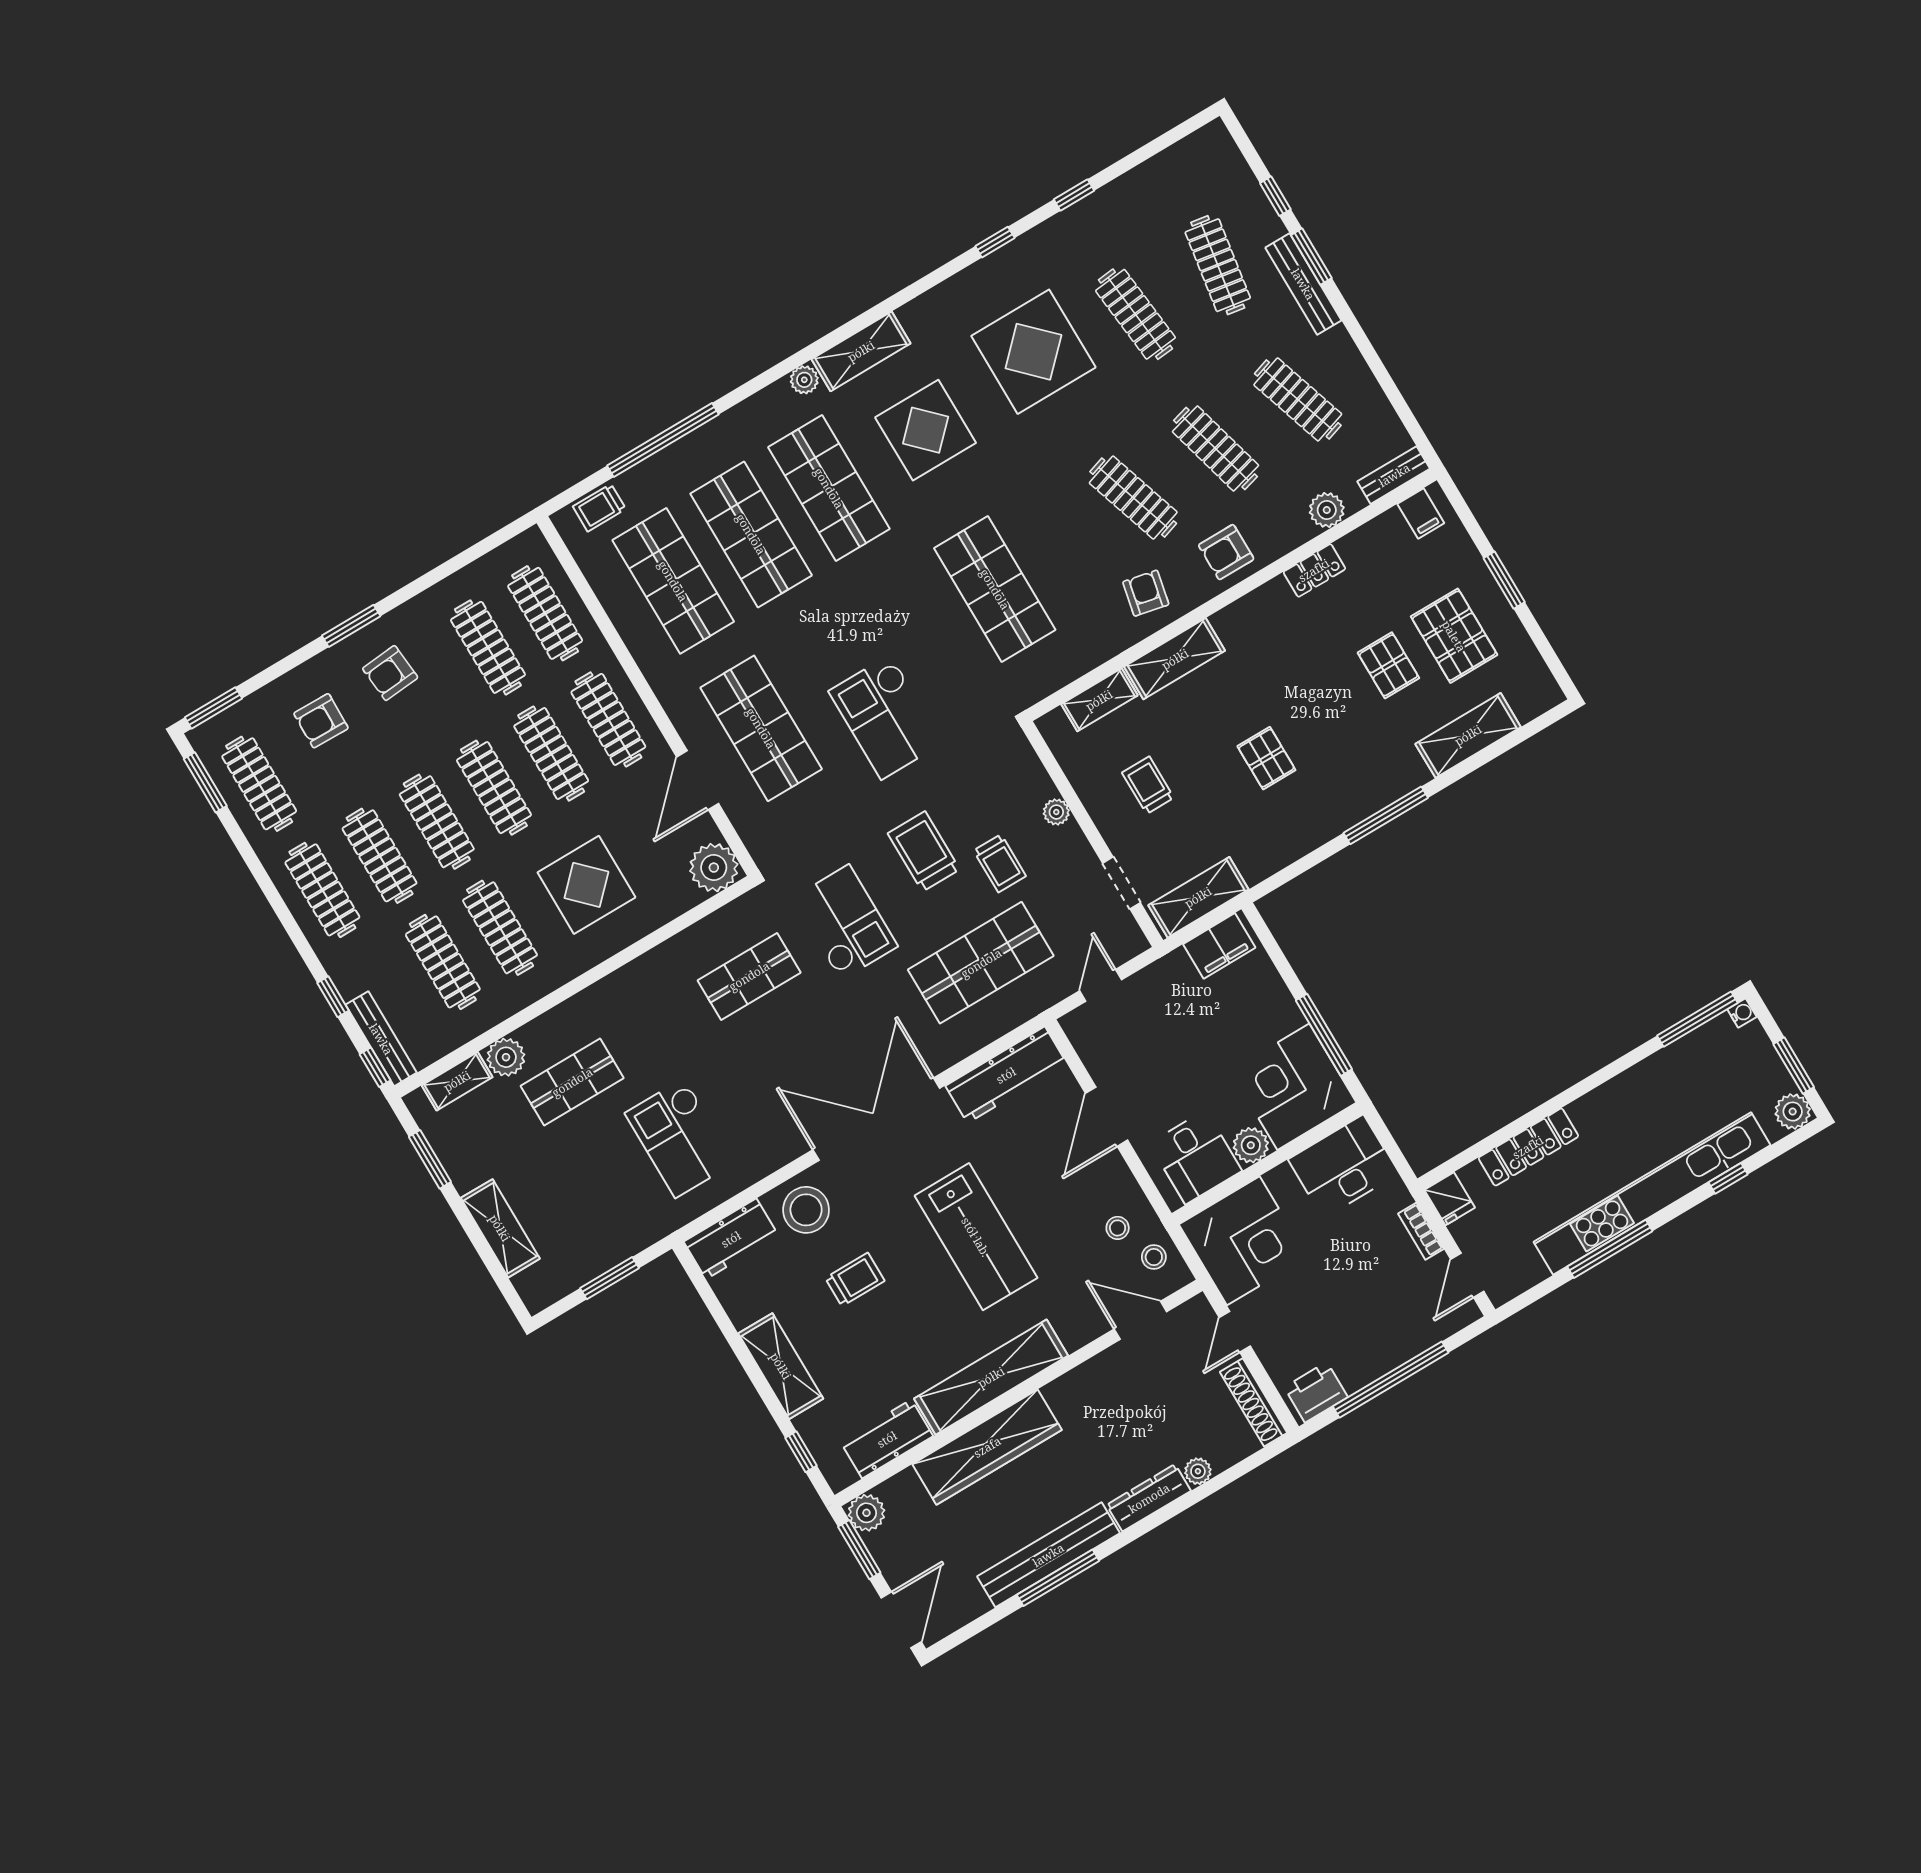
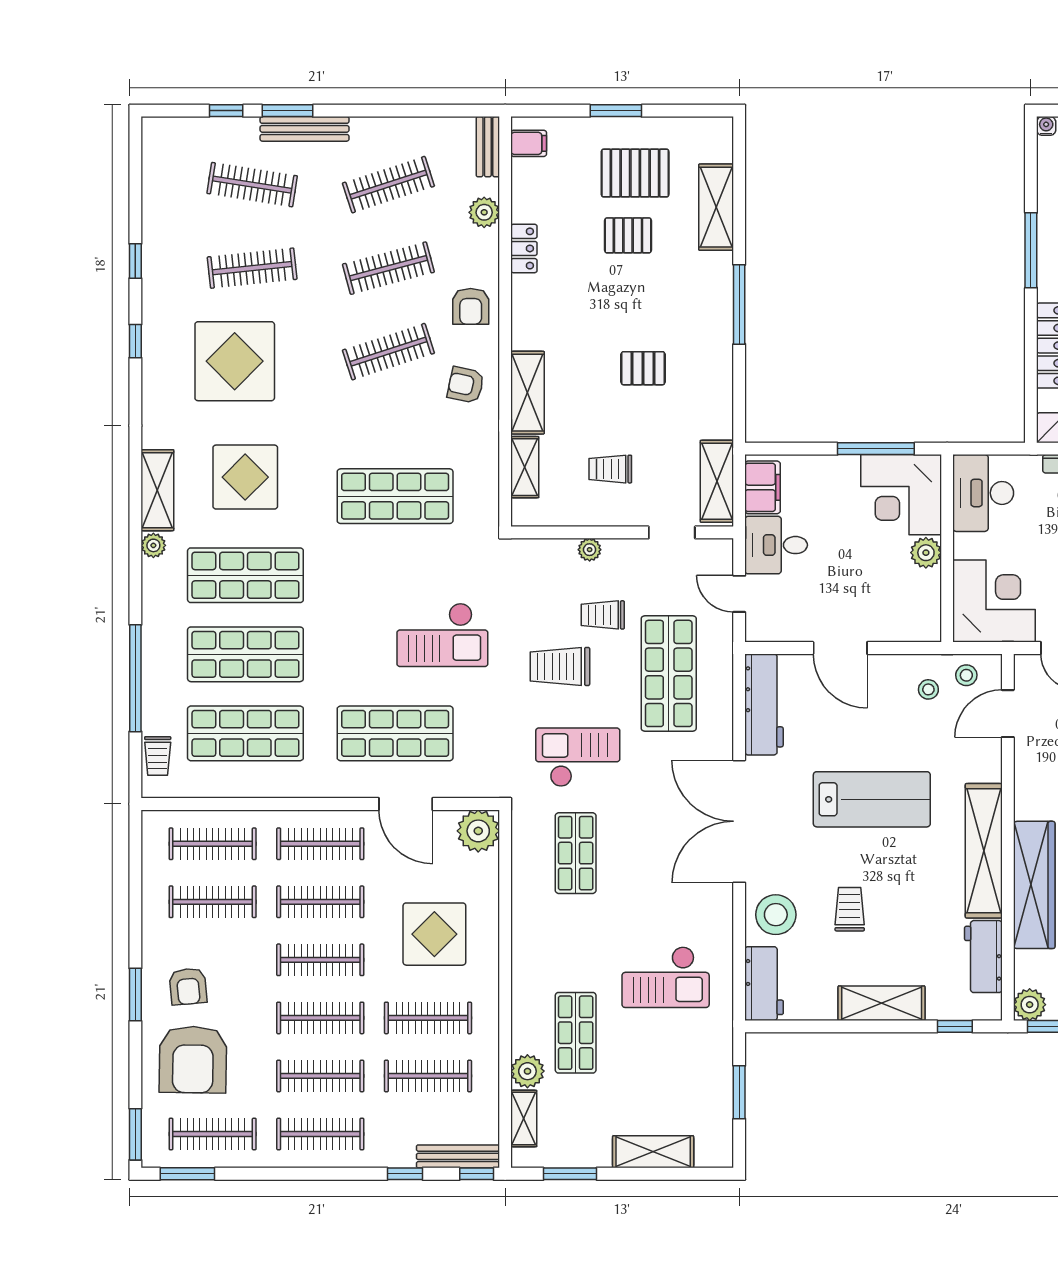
armchair: (321, 721) -> (193, 1060), width x1.88, depth x1.88
trolley: (1000, 863) -> (603, 615), turned 180
window: (1697, 1019) -> (1031, 250), moved
desk: (1196, 1157) -> (776, 545), moved, turned 180

